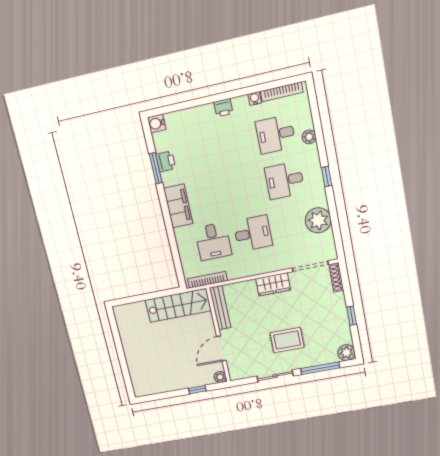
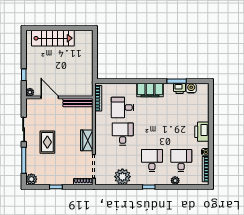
printer: (223, 108) -> (202, 132), width x1.87, depth x1.48
water cooler: (157, 123) -> (191, 88), moved
desk: (253, 233) -> (123, 134), turned 180
stairs: (178, 305) -> (53, 38), moved, turned -90

